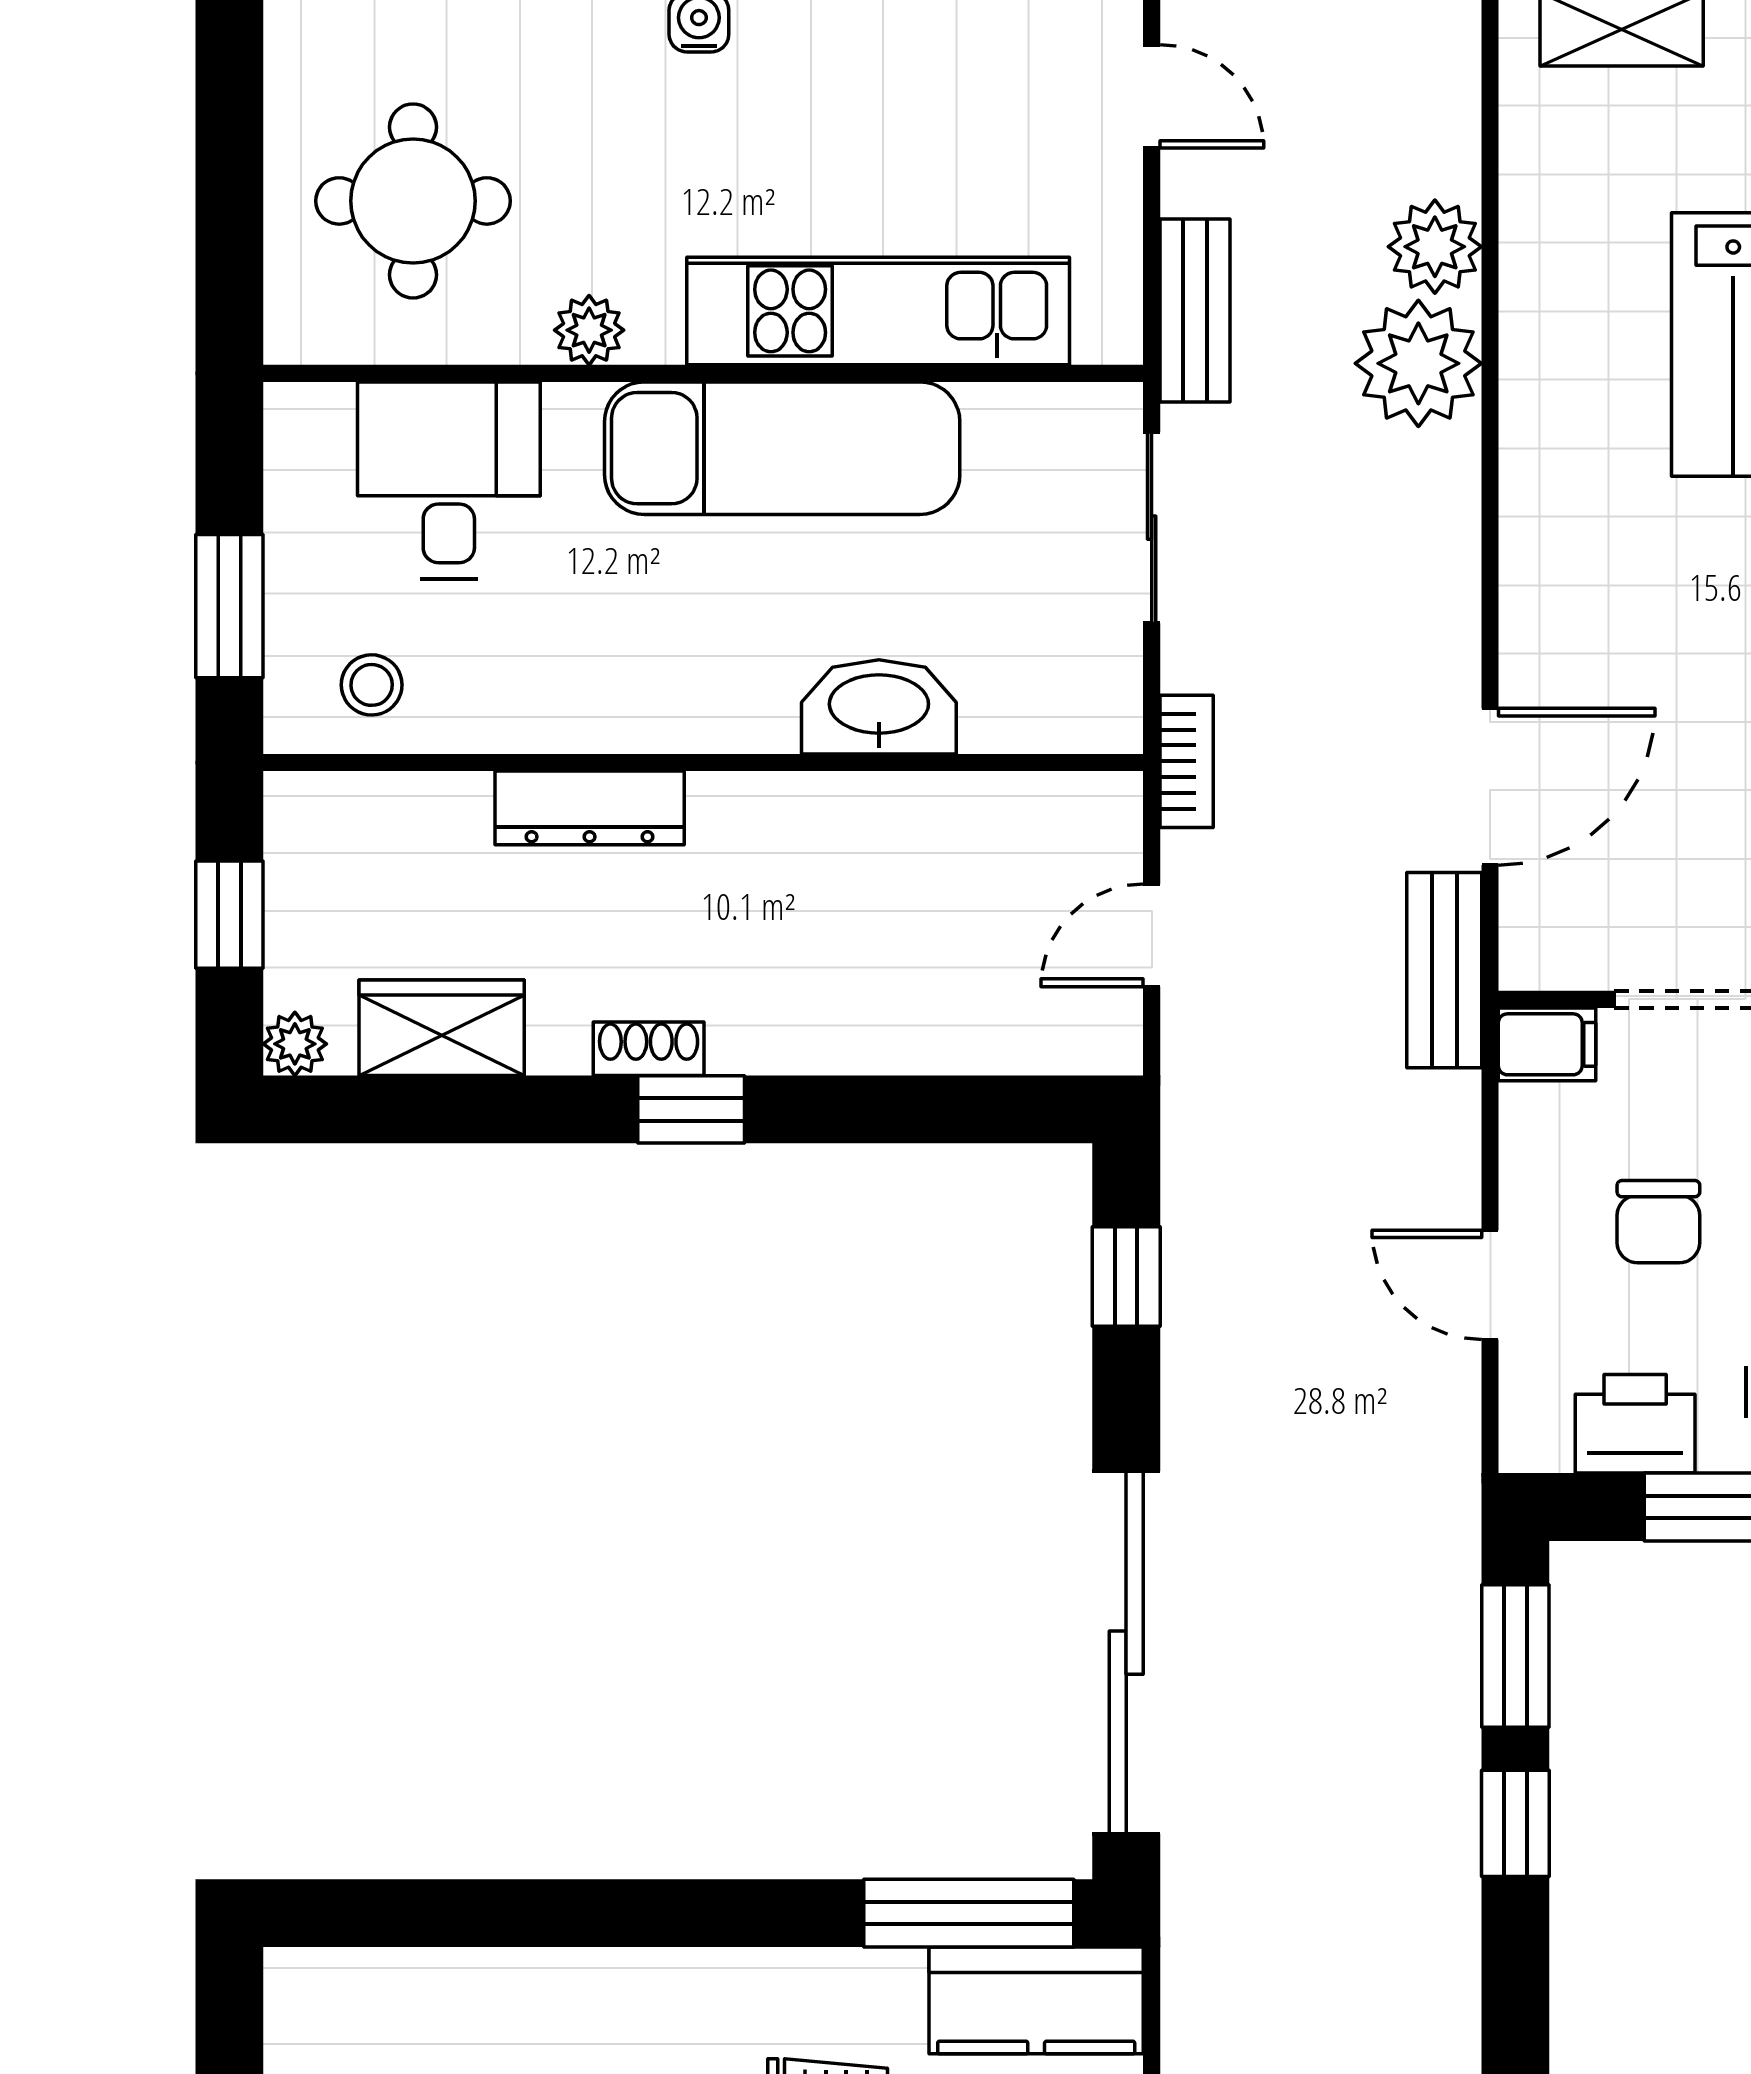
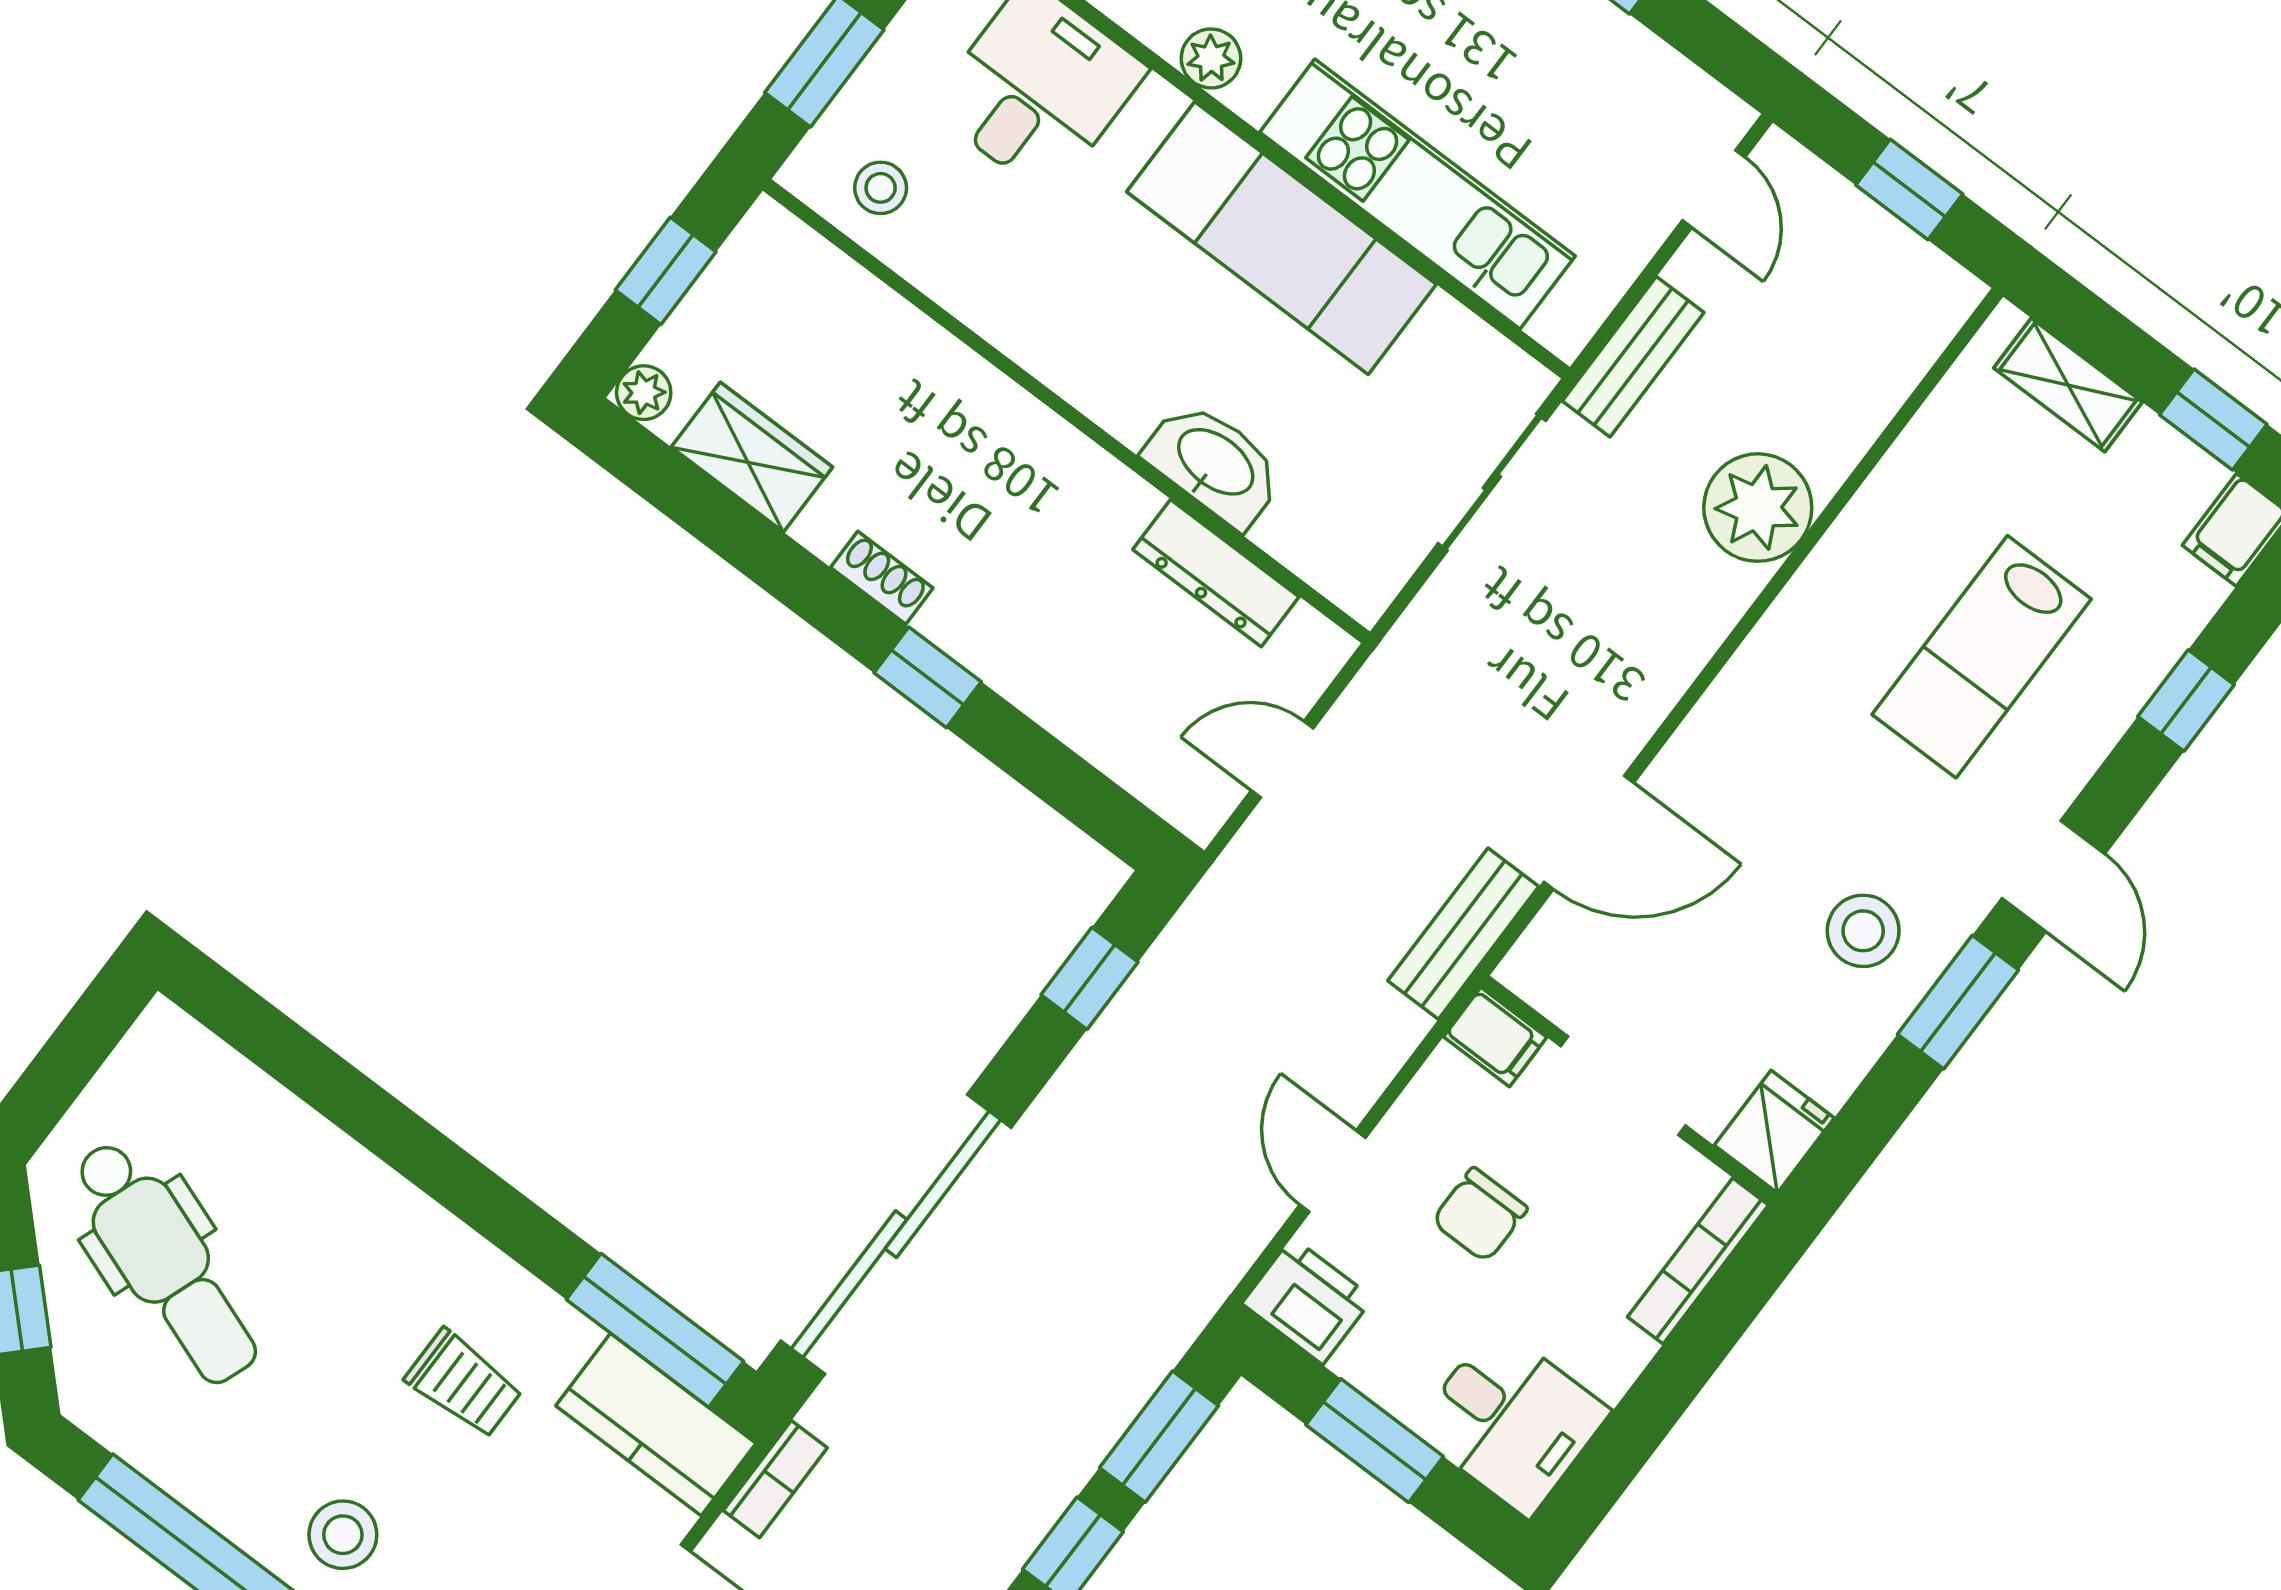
plant: (1435, 247) -> (1829, 437), removed
bookcase: (1187, 761) -> (775, 1479), moved
dresser: (590, 808) -> (1216, 573), moved
window: (691, 1109) -> (928, 677), moved
printer: (1635, 1424) -> (1307, 1301), moved

